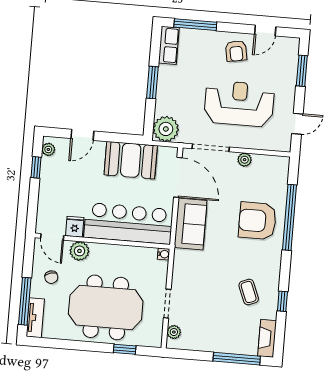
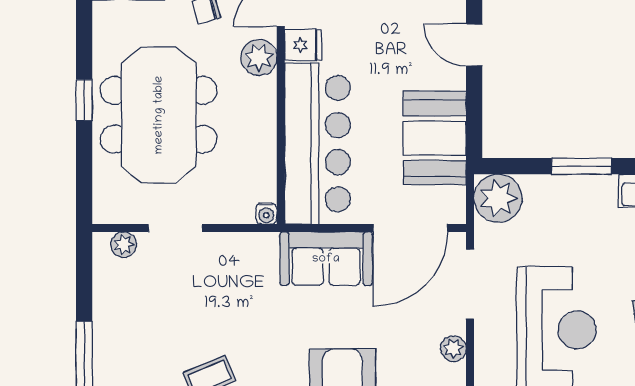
window: (125, 349) -> (84, 100), moved

